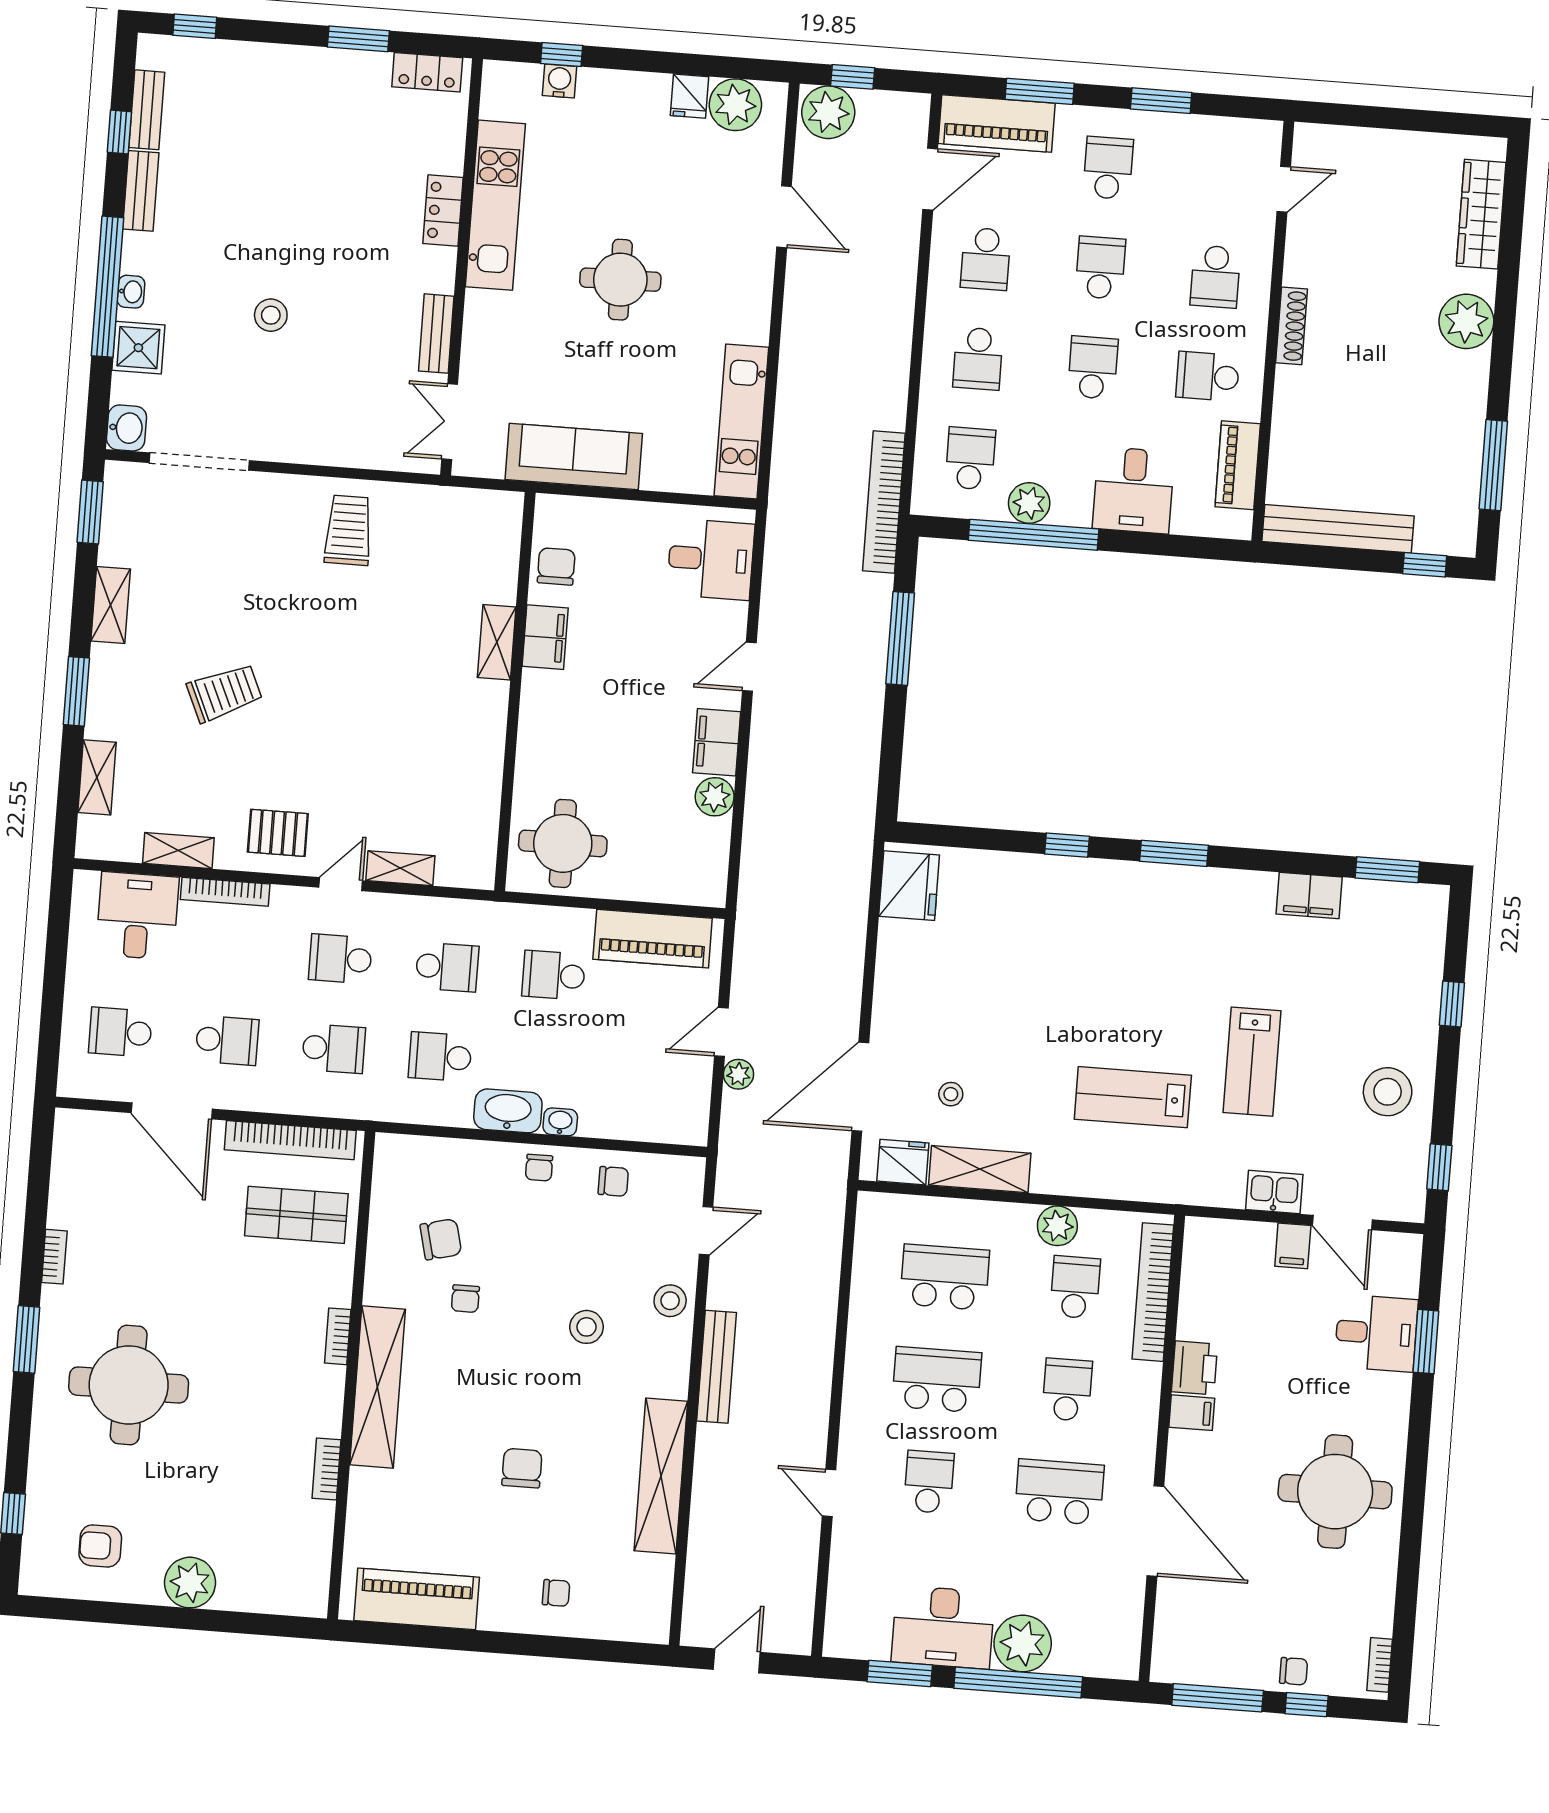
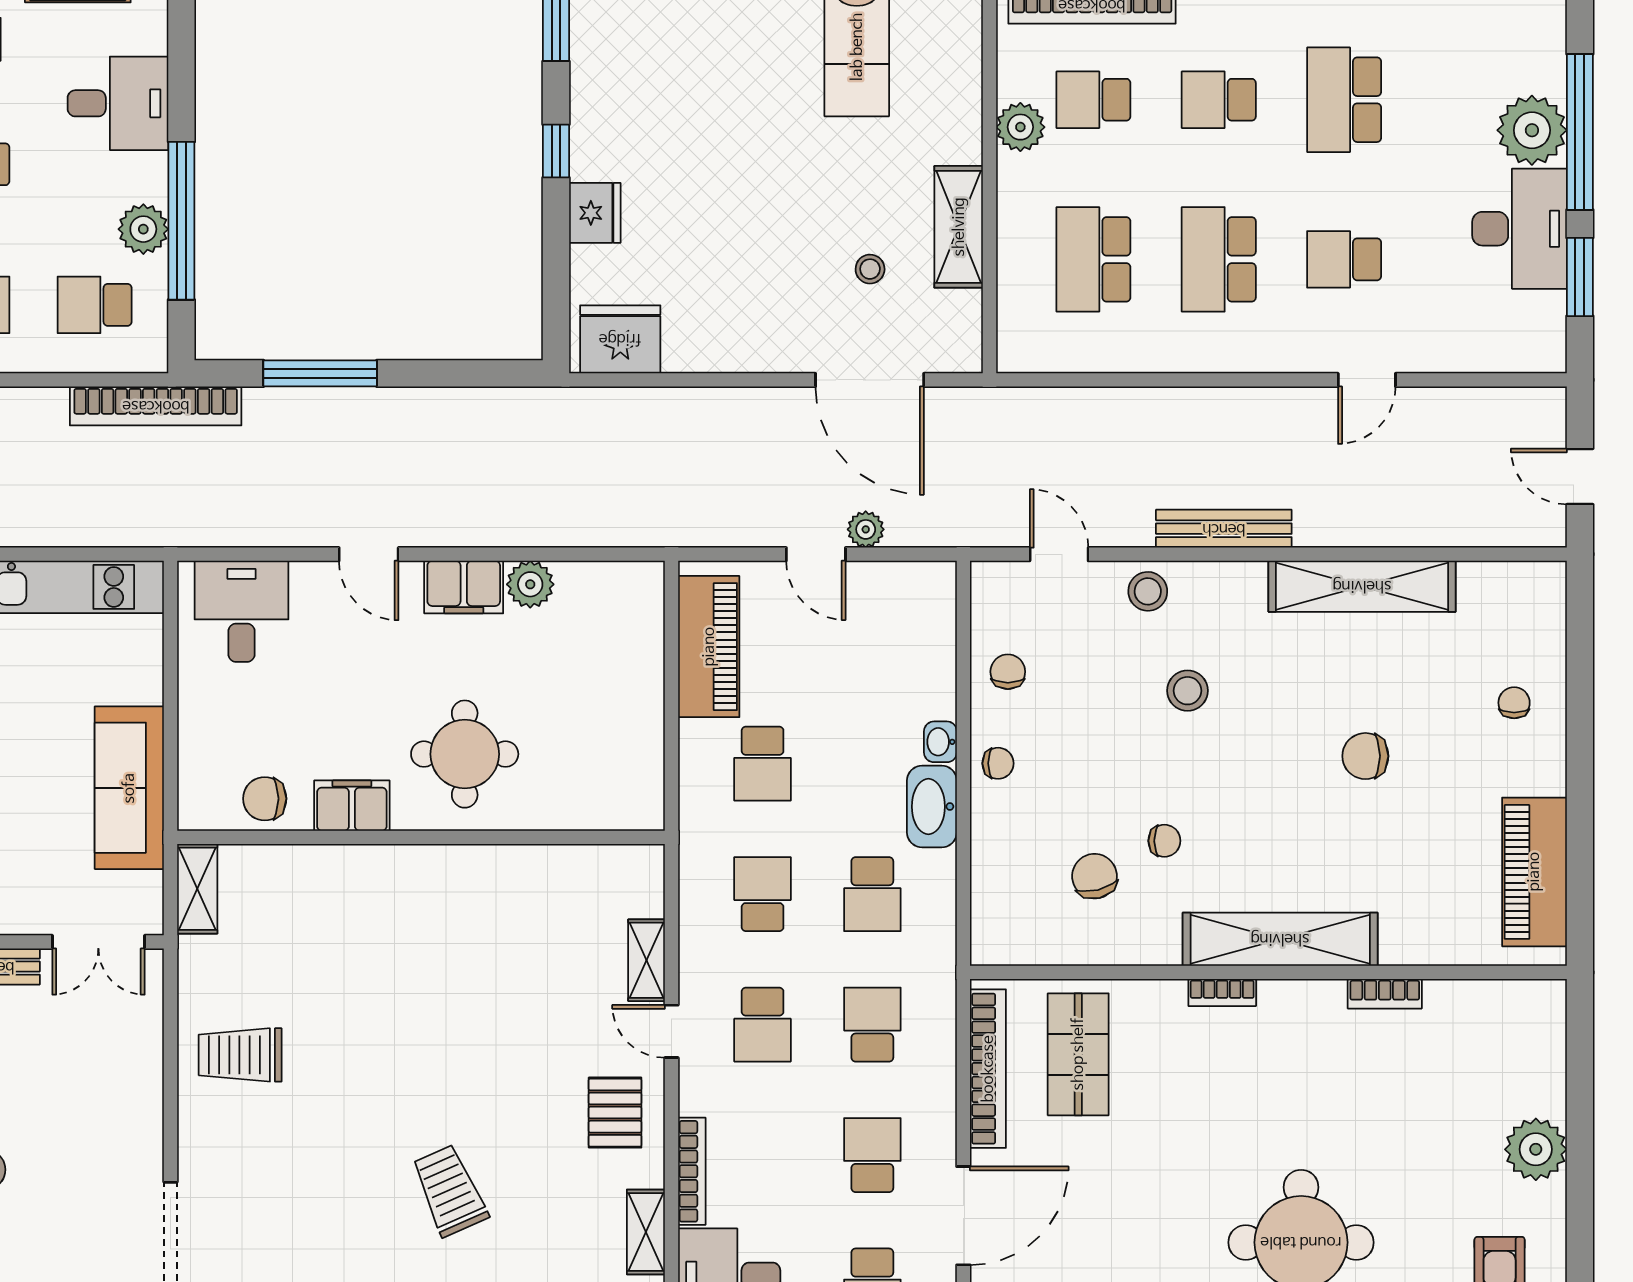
shelving: (497, 642) -> (197, 889), moved, turned 90
round table: (563, 843) -> (465, 754), moved
fridge: (903, 1162) -> (595, 213), moved, turned 180

